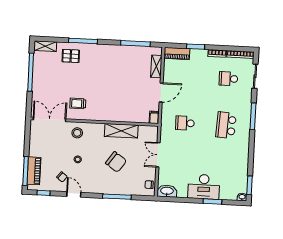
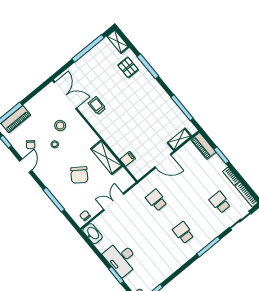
filing cabinet: (154, 117) -> (128, 159), moved
school desk: (226, 125) -> (183, 233), width x0.54
stool: (77, 133) -> (60, 126), moved

